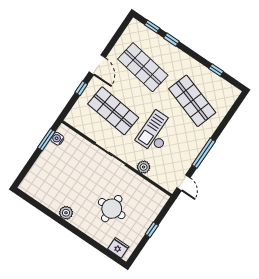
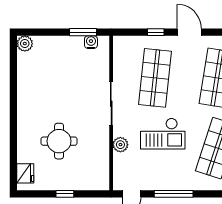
door: (97, 65) -> (189, 32), swing flipped
checkout: (156, 132) -> (163, 134), turned 180
plant: (66, 213) -> (25, 44), moved

